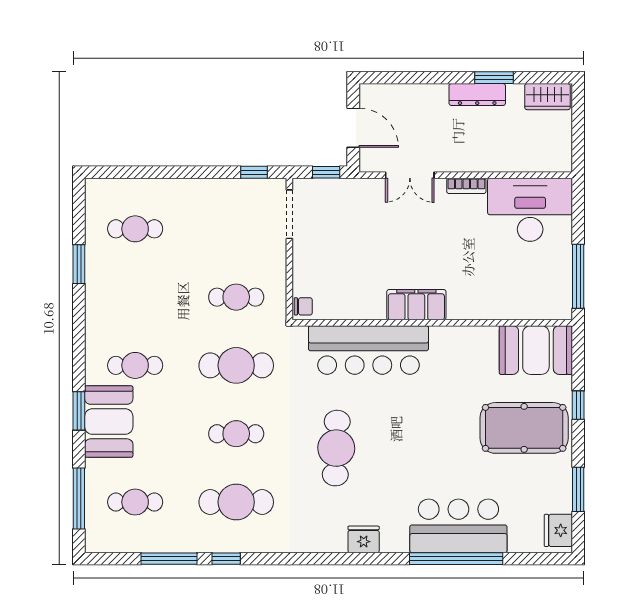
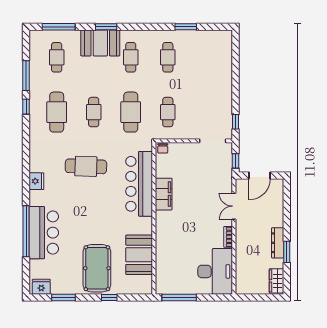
cafe table: (135, 229) -> (168, 57), moved
filing cabinet: (416, 305) -> (164, 194), moved
booth: (536, 350) -> (139, 255), moved

